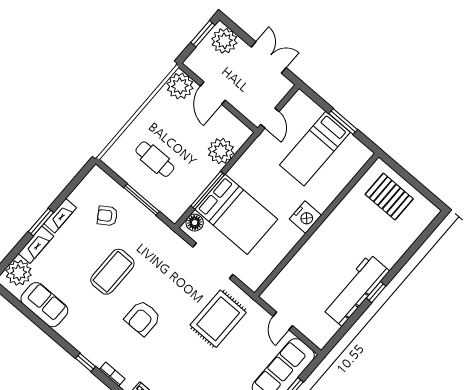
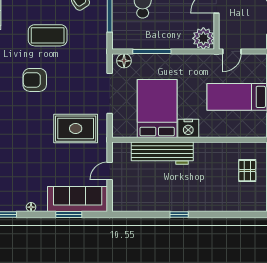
plant: (221, 151) -> (203, 38), moved
pallet: (389, 197) -> (247, 171), width x0.67, depth x0.71
bed: (236, 214) -> (157, 108), moved, turned 180
workbench: (356, 290) -> (162, 153), moved, turned 180

